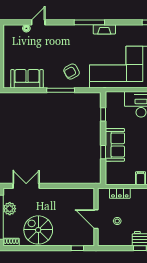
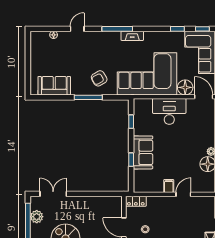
door: (38, 22) -> (77, 29), moved
locker: (120, 193) -> (136, 201), moved

